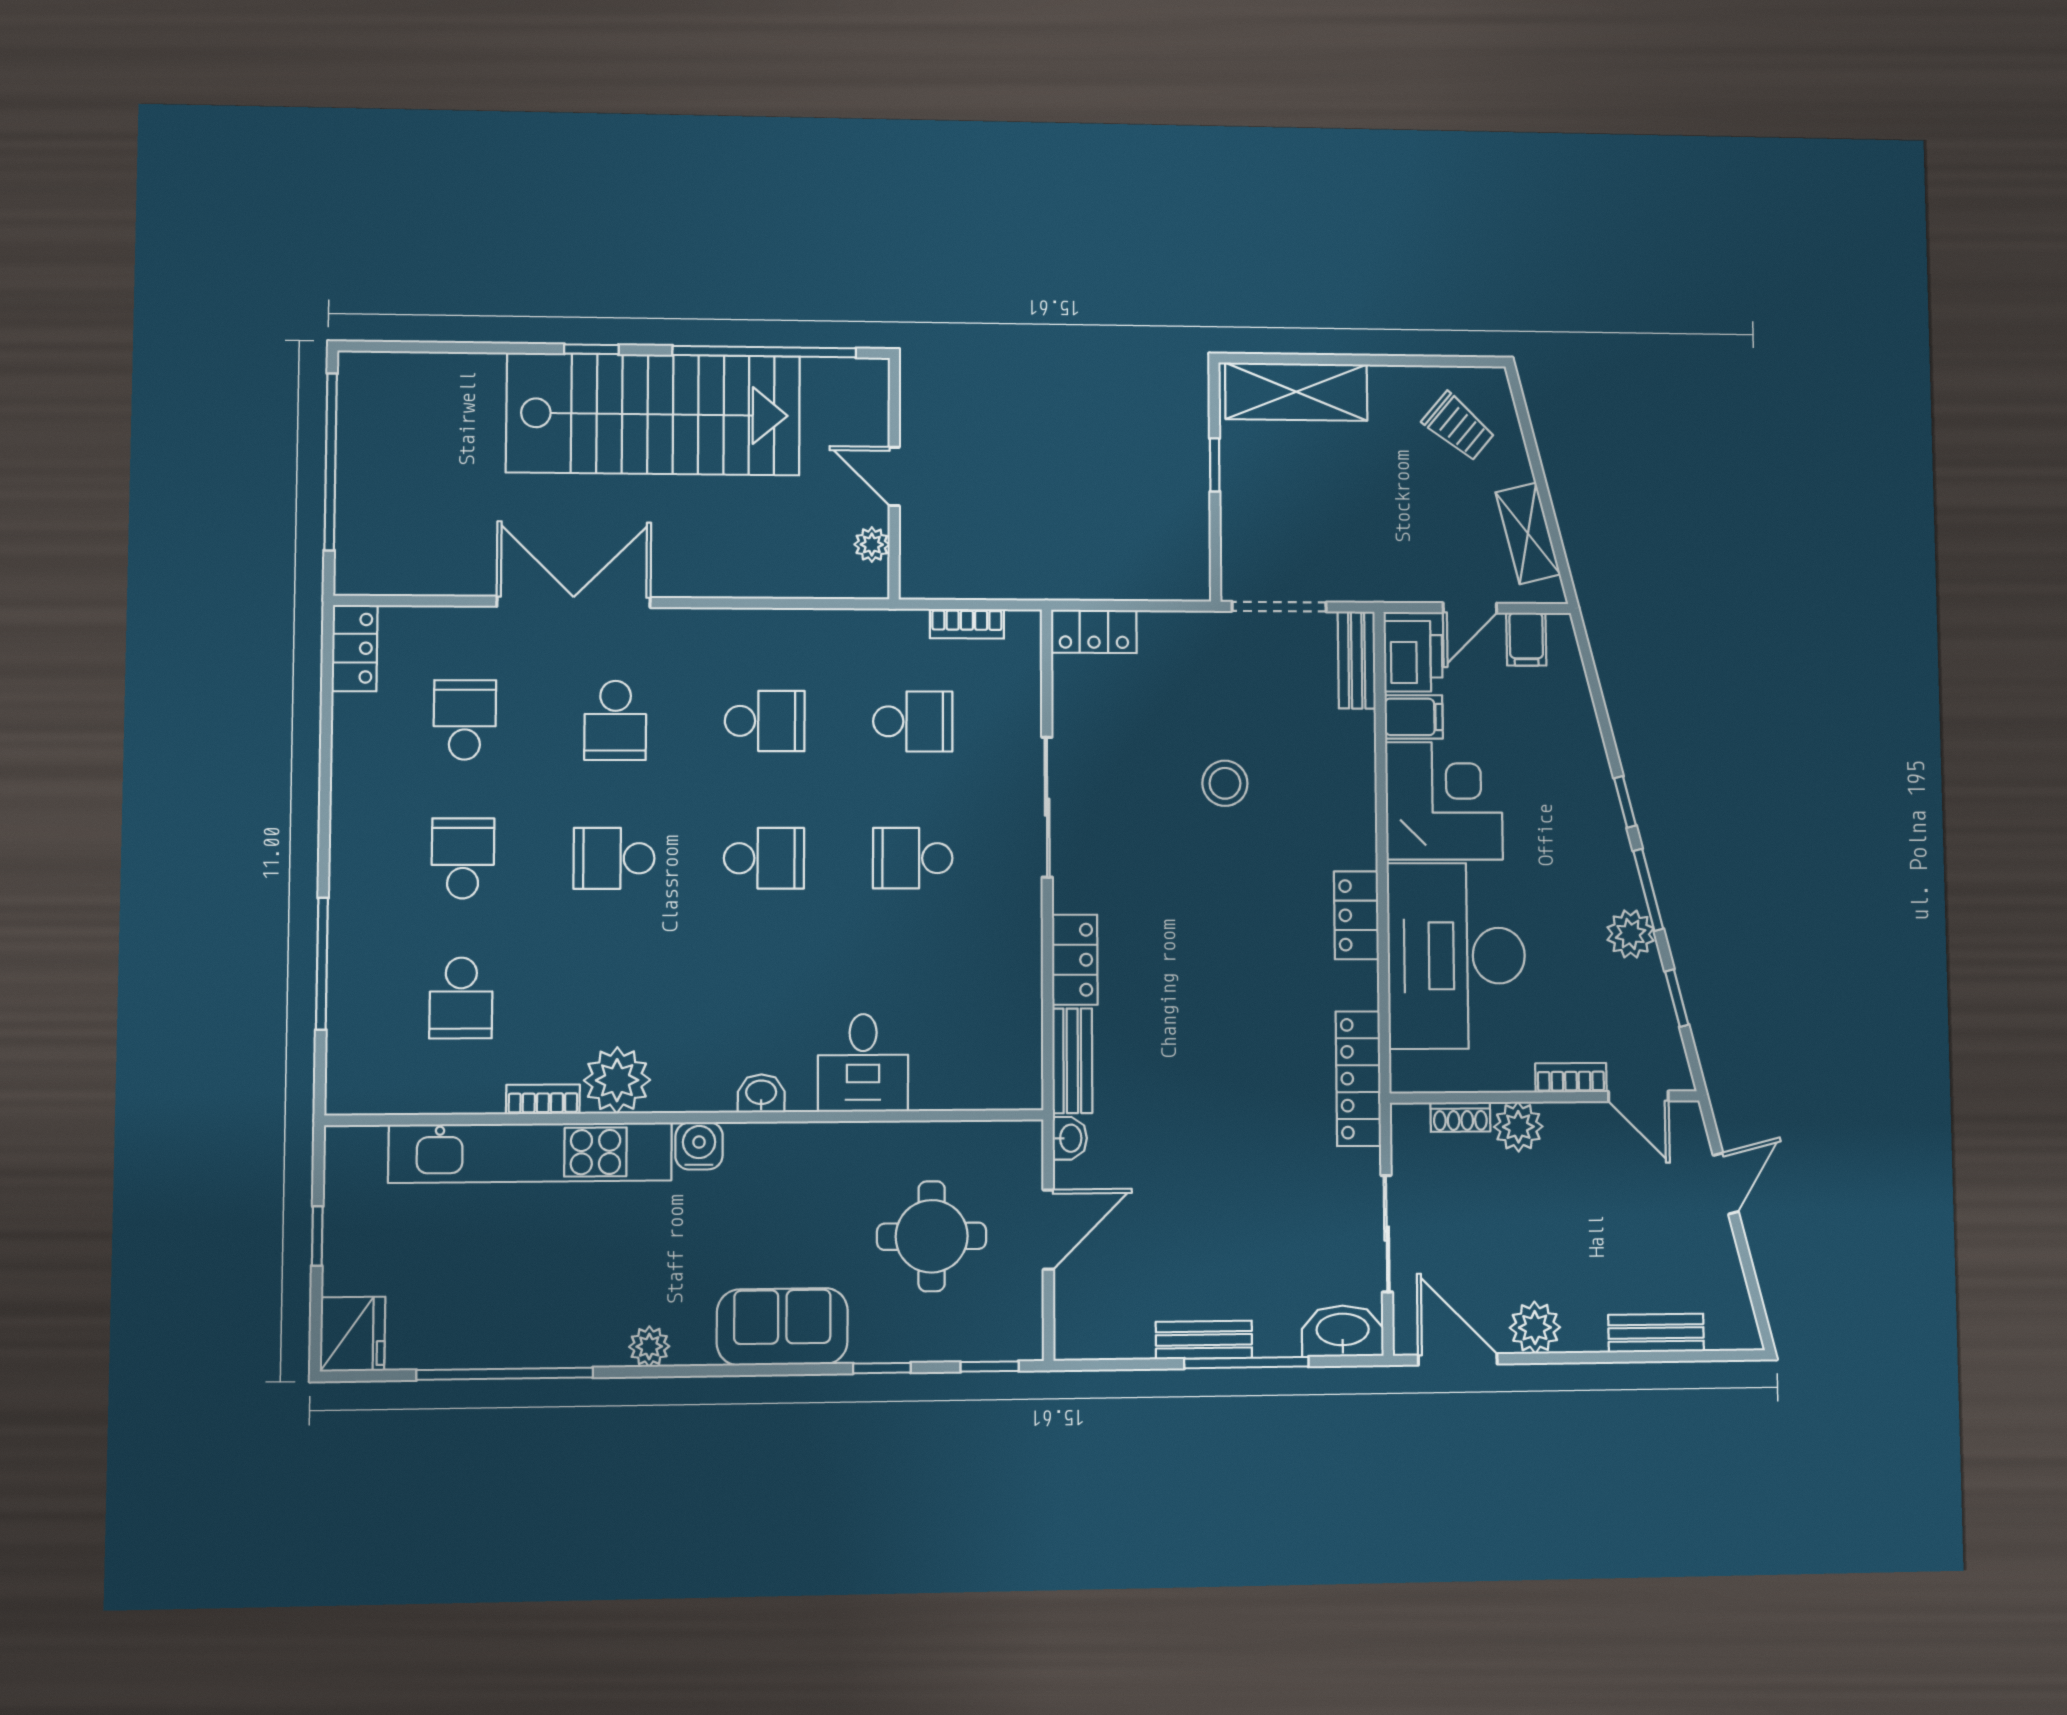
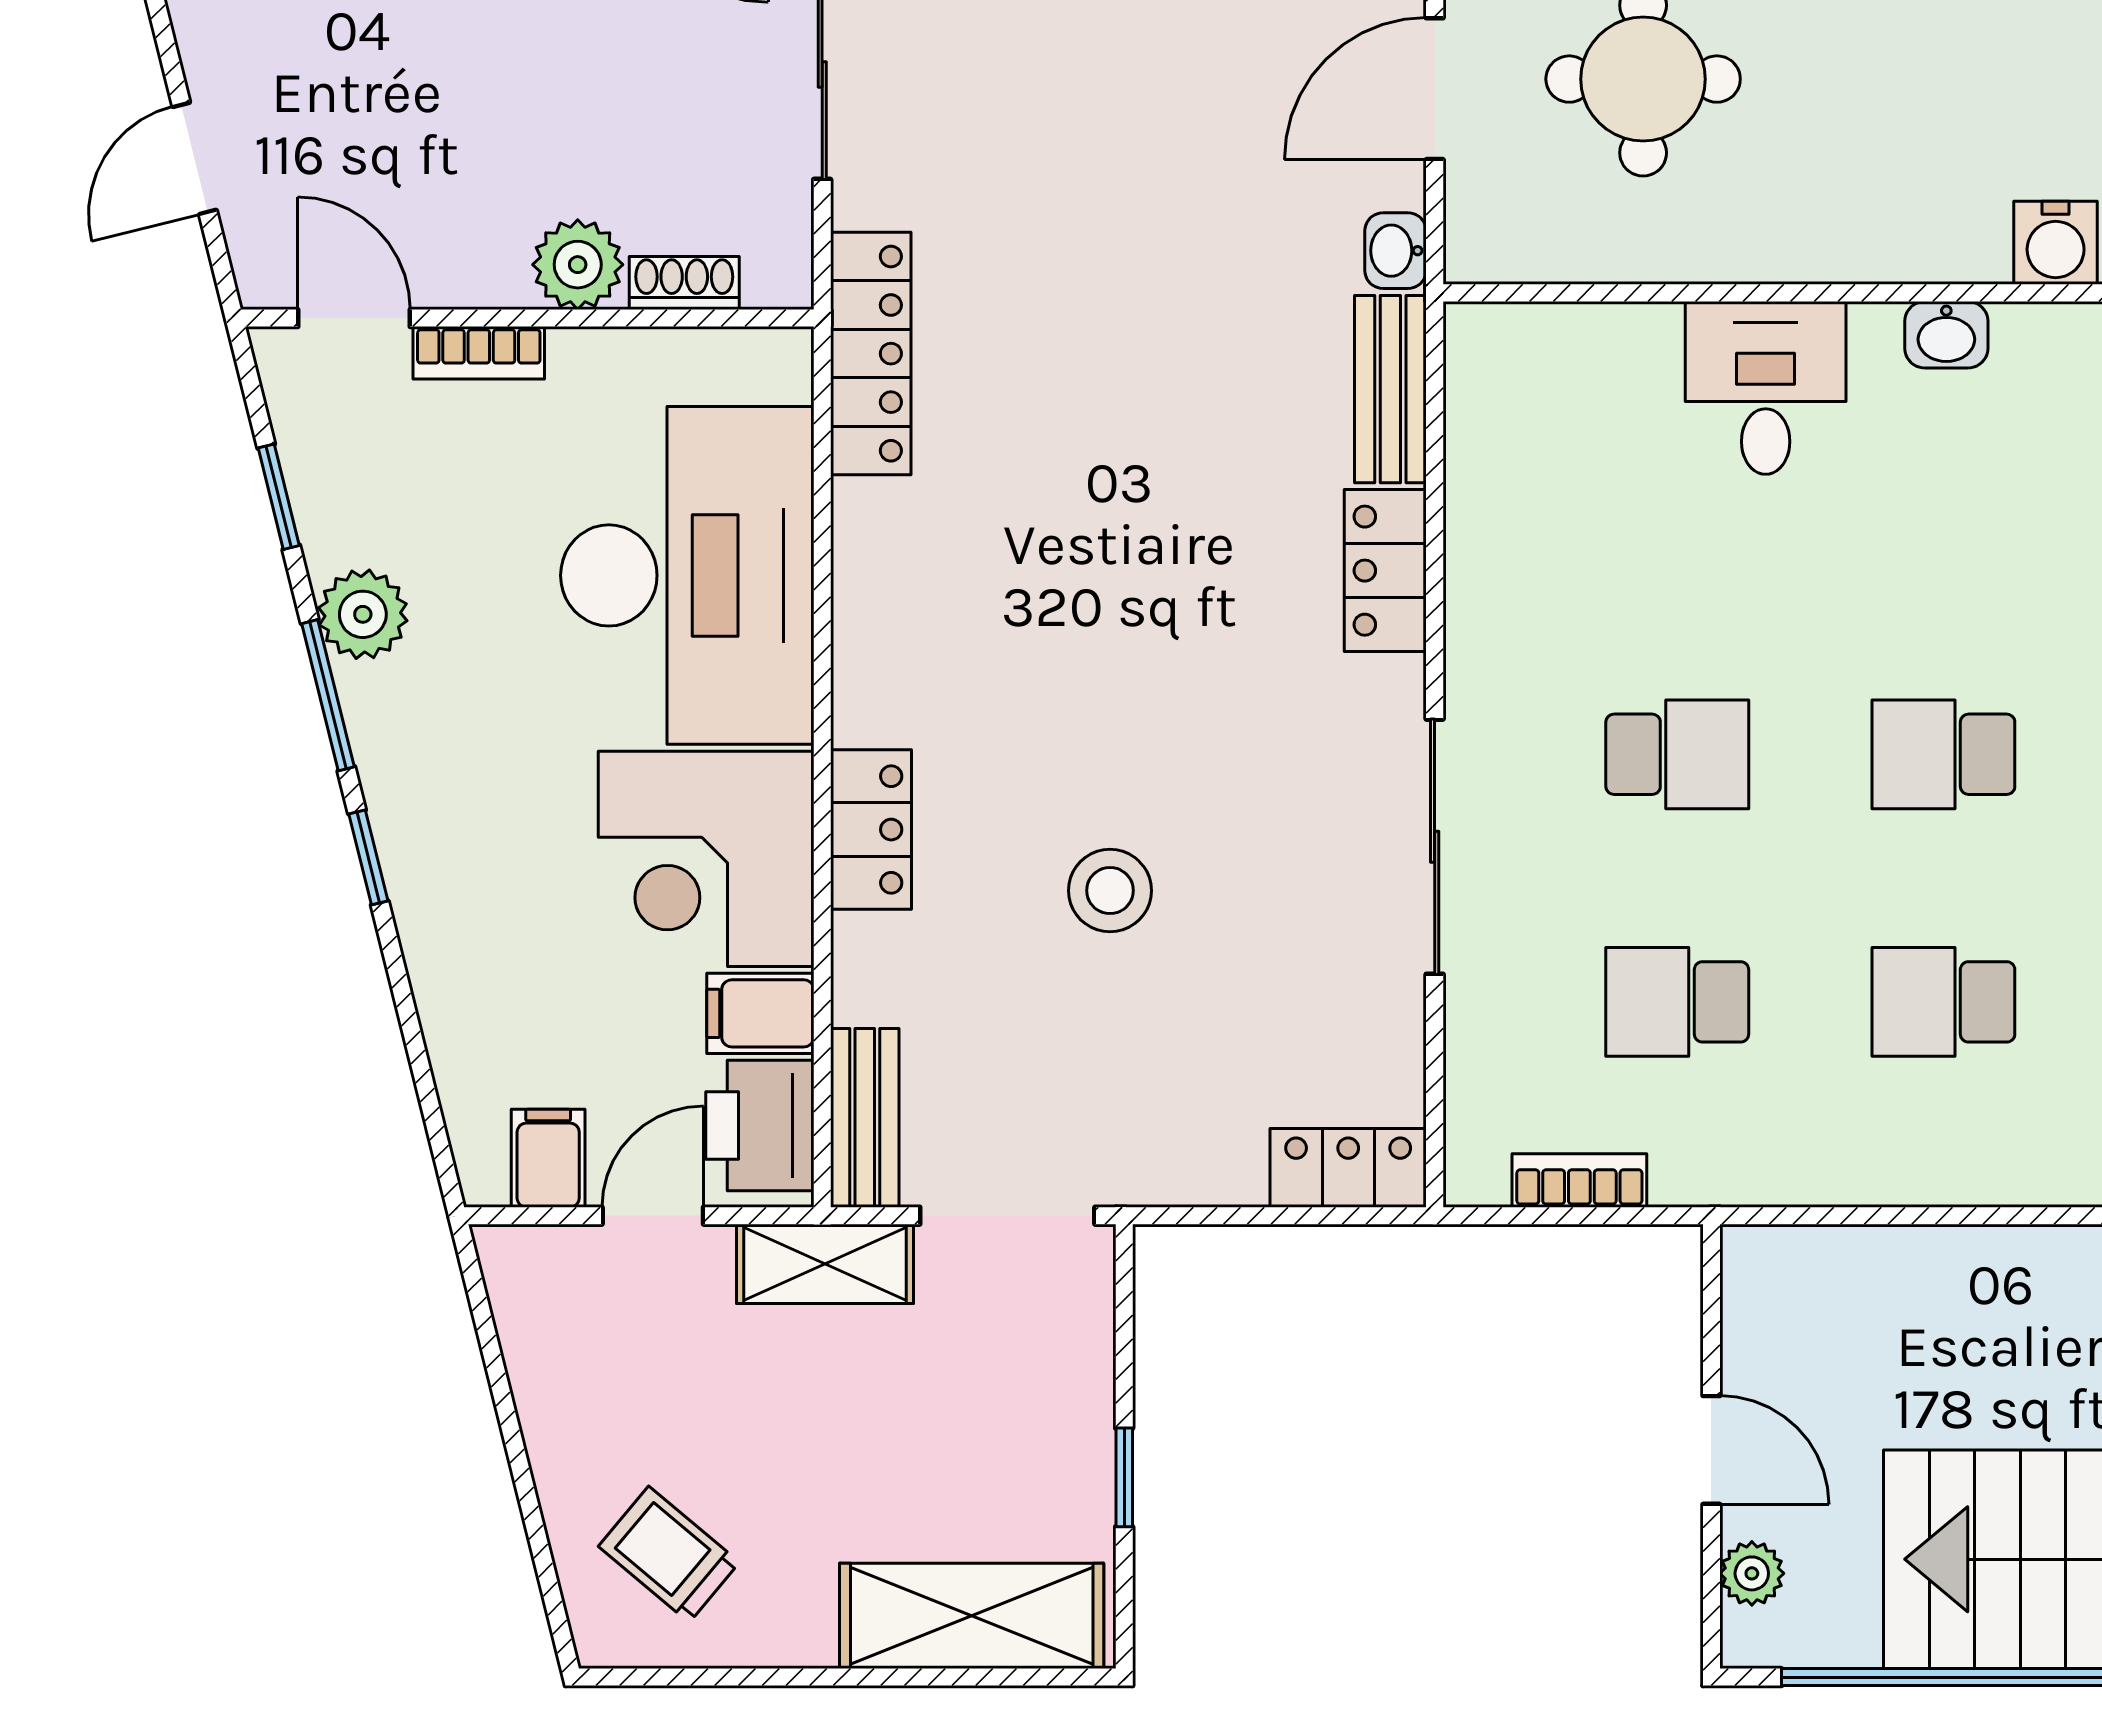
shelving: (1528, 533) -> (825, 1264), moved, turned -76
plant: (872, 545) -> (1752, 1573), moved
locker: (1356, 915) -> (871, 830), moved

